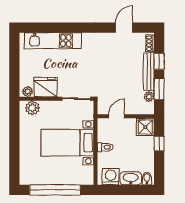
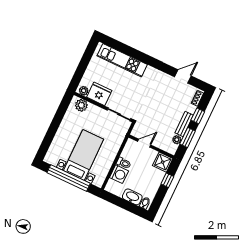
bench: (149, 72) -> (184, 124), width x0.73
bed with nightstands: (67, 143) -> (84, 155), moved, turned 90
washing machine: (111, 177) -> (119, 174), moved, turned 90

